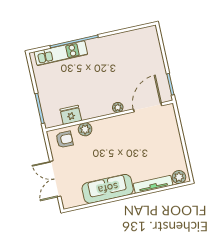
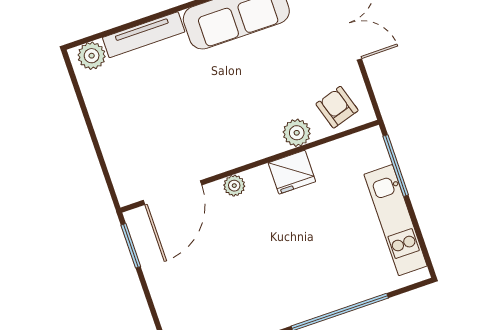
kitchen unit: (61, 53) -> (396, 220), moved, turned -90
fridge: (71, 115) -> (292, 172), moved
armchair: (64, 139) -> (337, 107), turned 73

